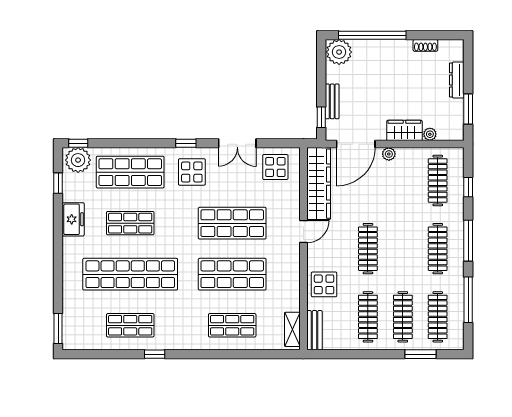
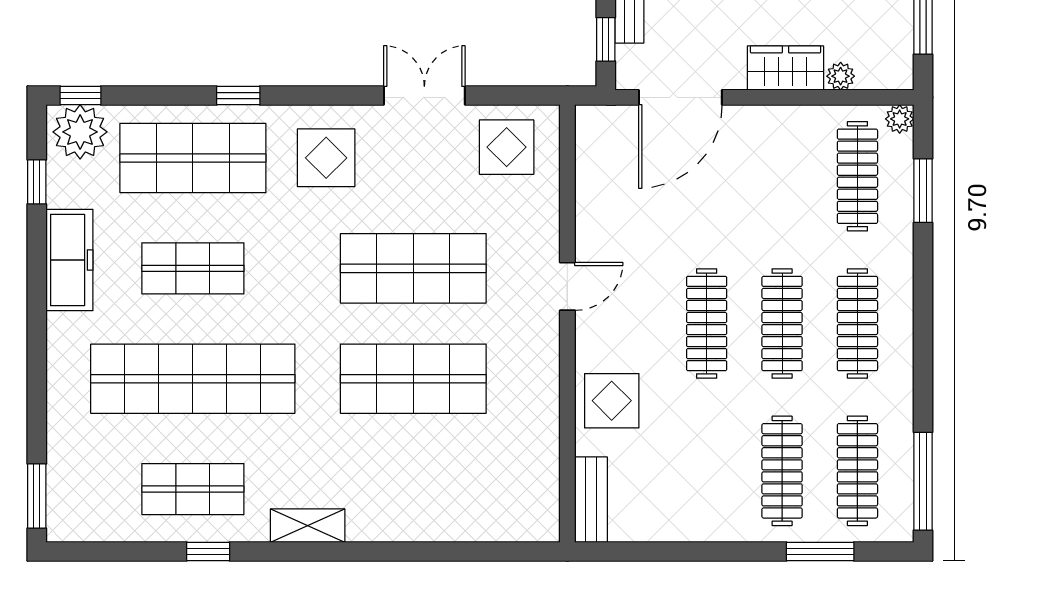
window: (186, 143) -> (238, 96), moved
double door: (237, 143) -> (424, 96), swing flipped
plant: (389, 154) -> (900, 119), moved
wardrobe: (319, 184) -> (600, 183), removed
window: (468, 187) -> (923, 191), width x1.50
freezer: (73, 219) -> (69, 260), width x1.40
window: (468, 241) -> (923, 306), removed
window: (468, 300) -> (923, 481), moved
clothes rail: (368, 317) -> (782, 324), moved
shop shelf: (232, 325) -> (413, 489), removed
shelving: (292, 329) -> (308, 526), moved, turned 90
window: (155, 354) -> (208, 551), moved

